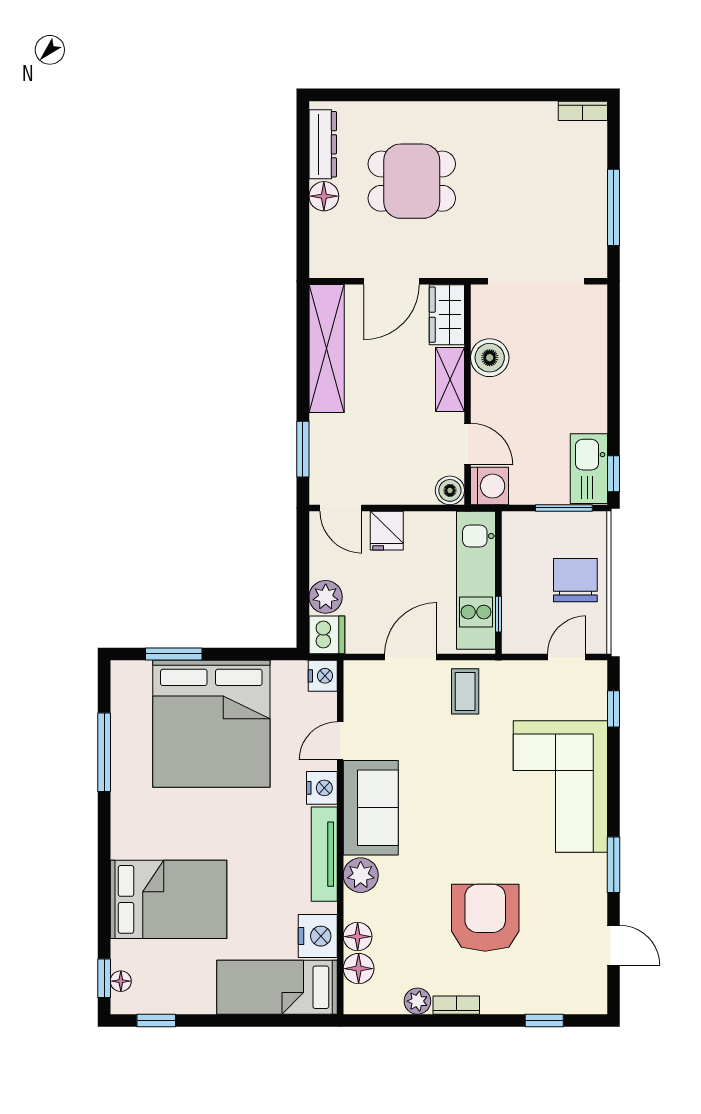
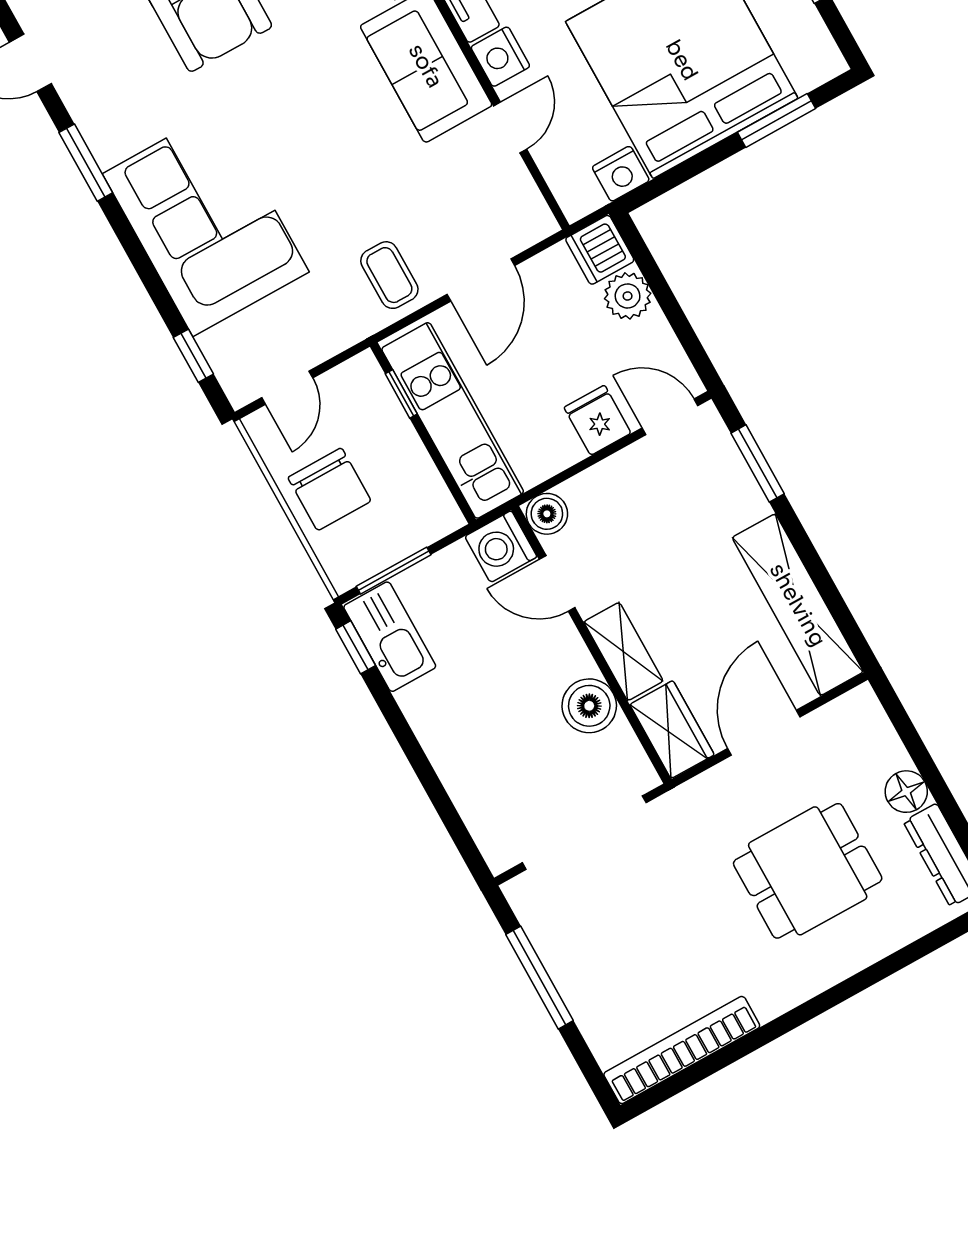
bookcase: (583, 111) -> (682, 1050), width x2.31, depth x1.31
nightstand: (323, 676) -> (621, 174), moved, turned -90

